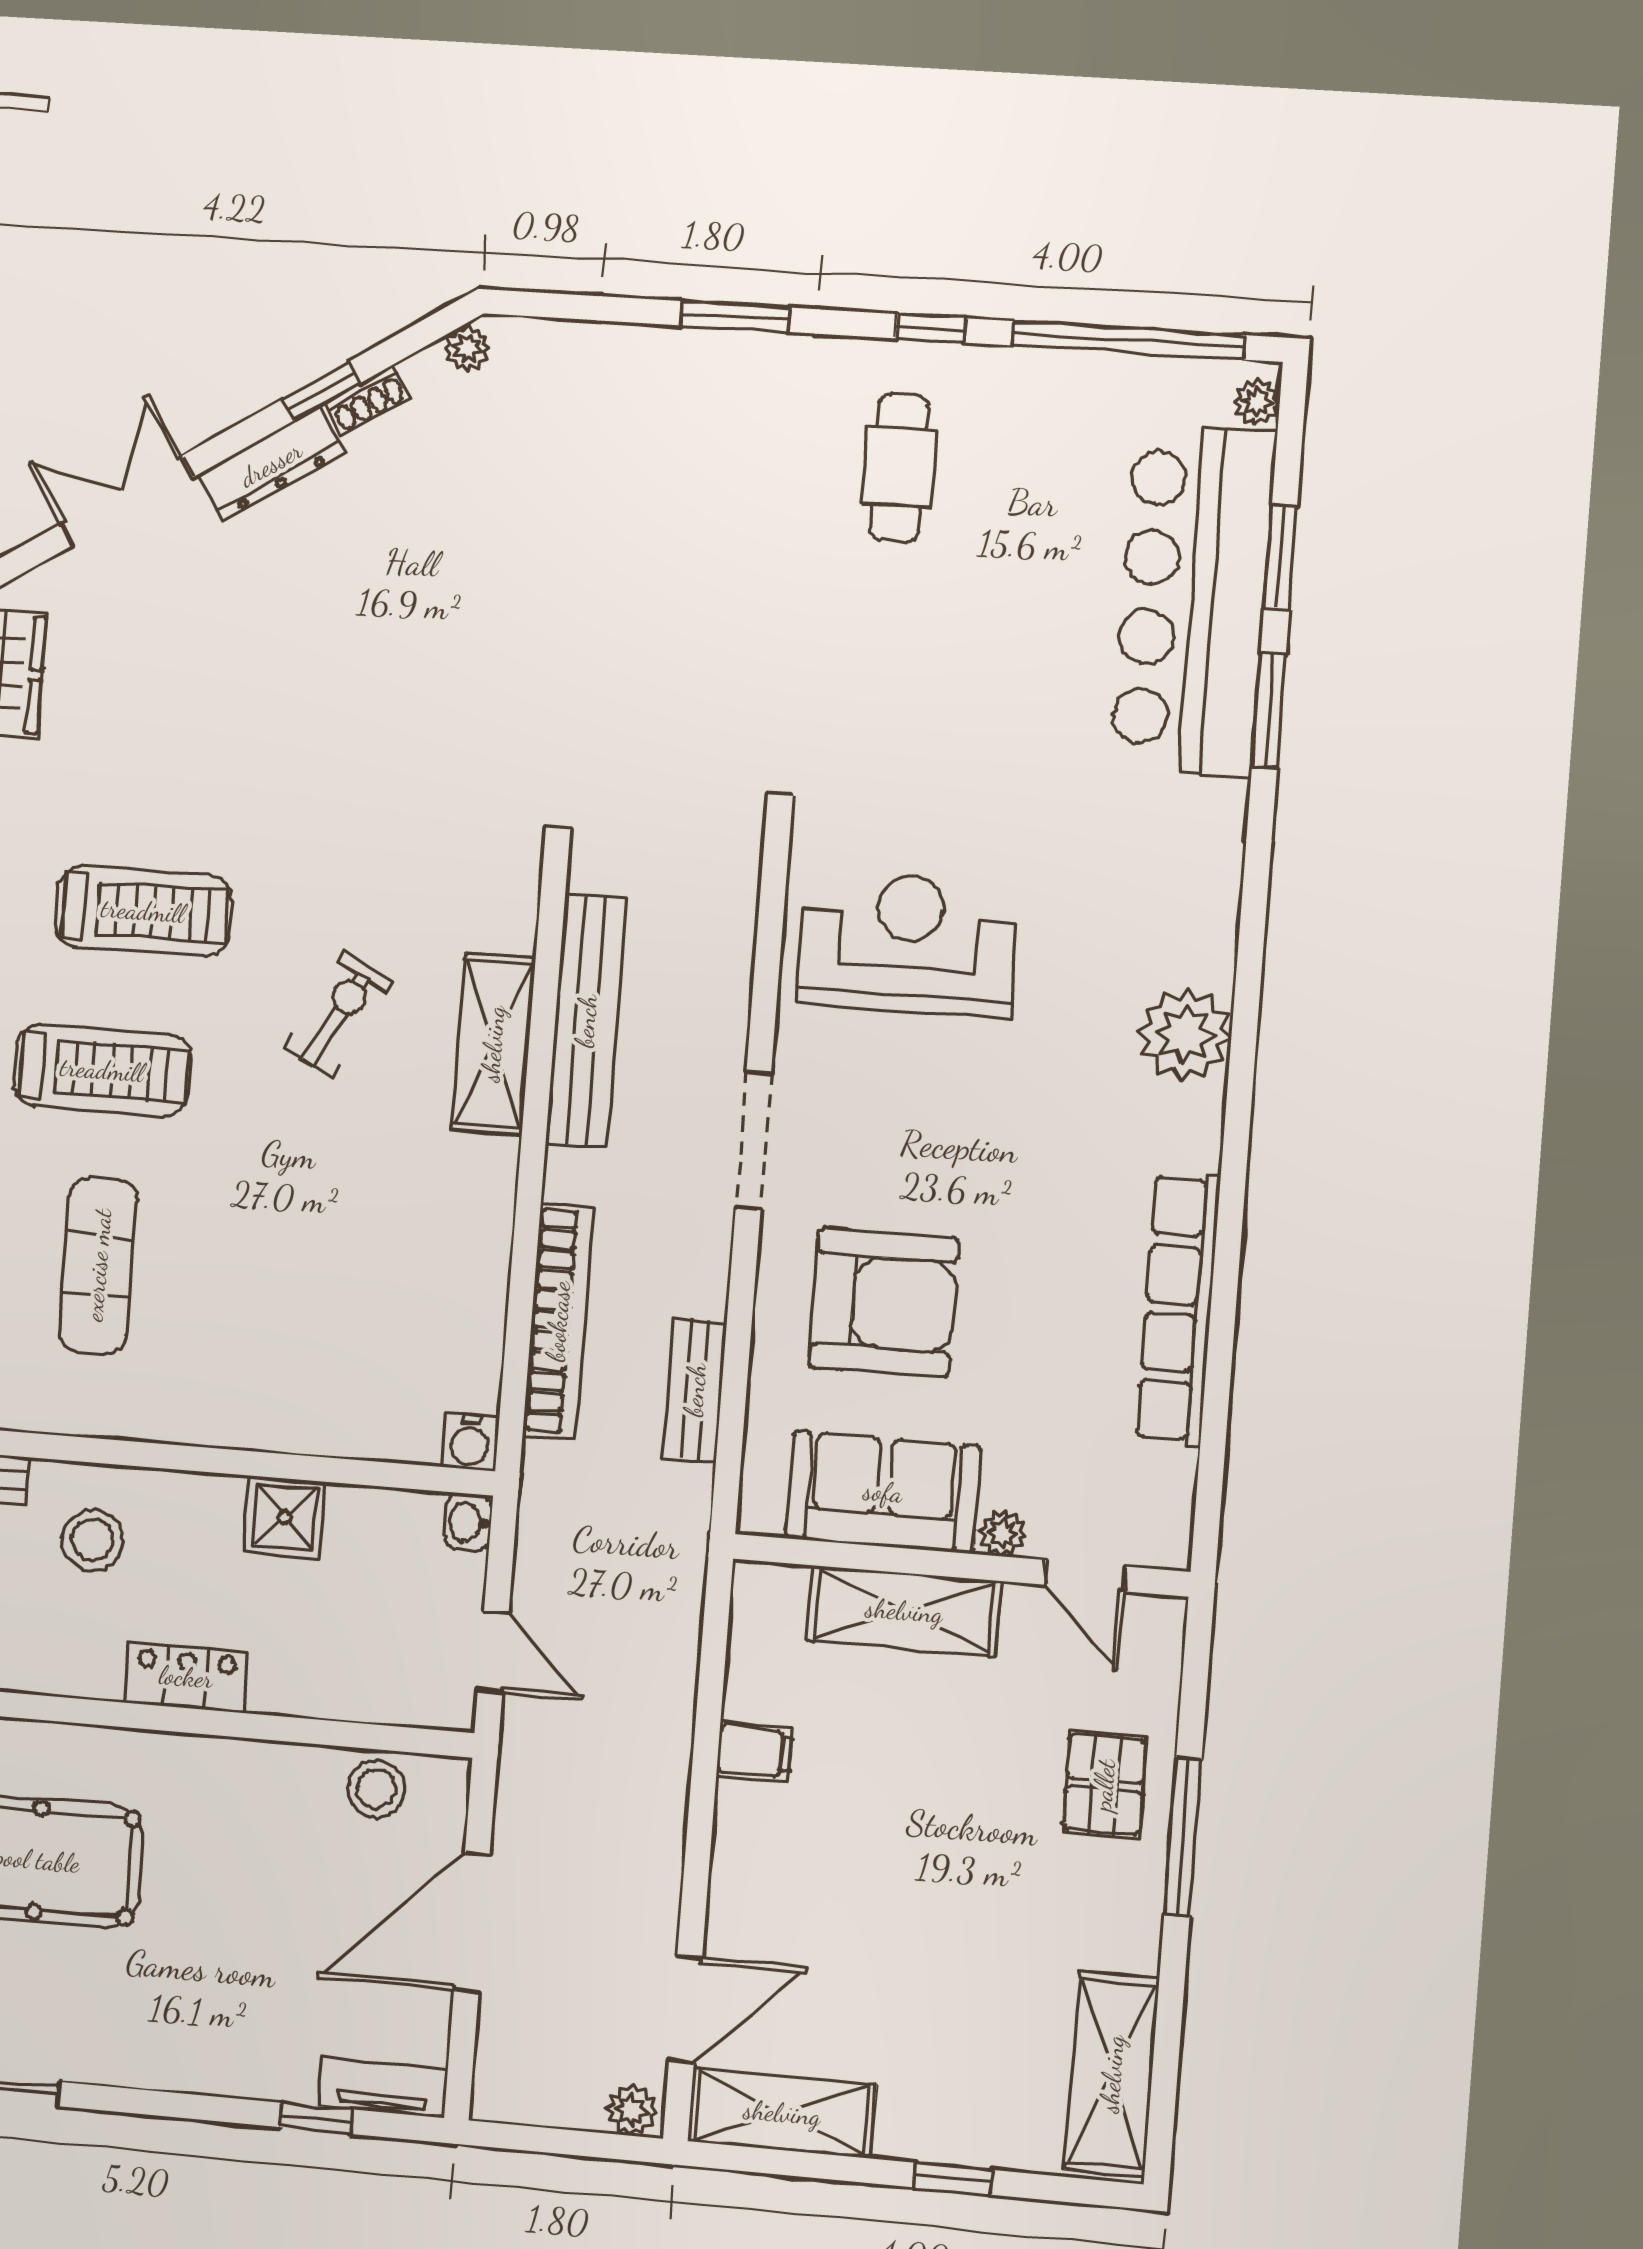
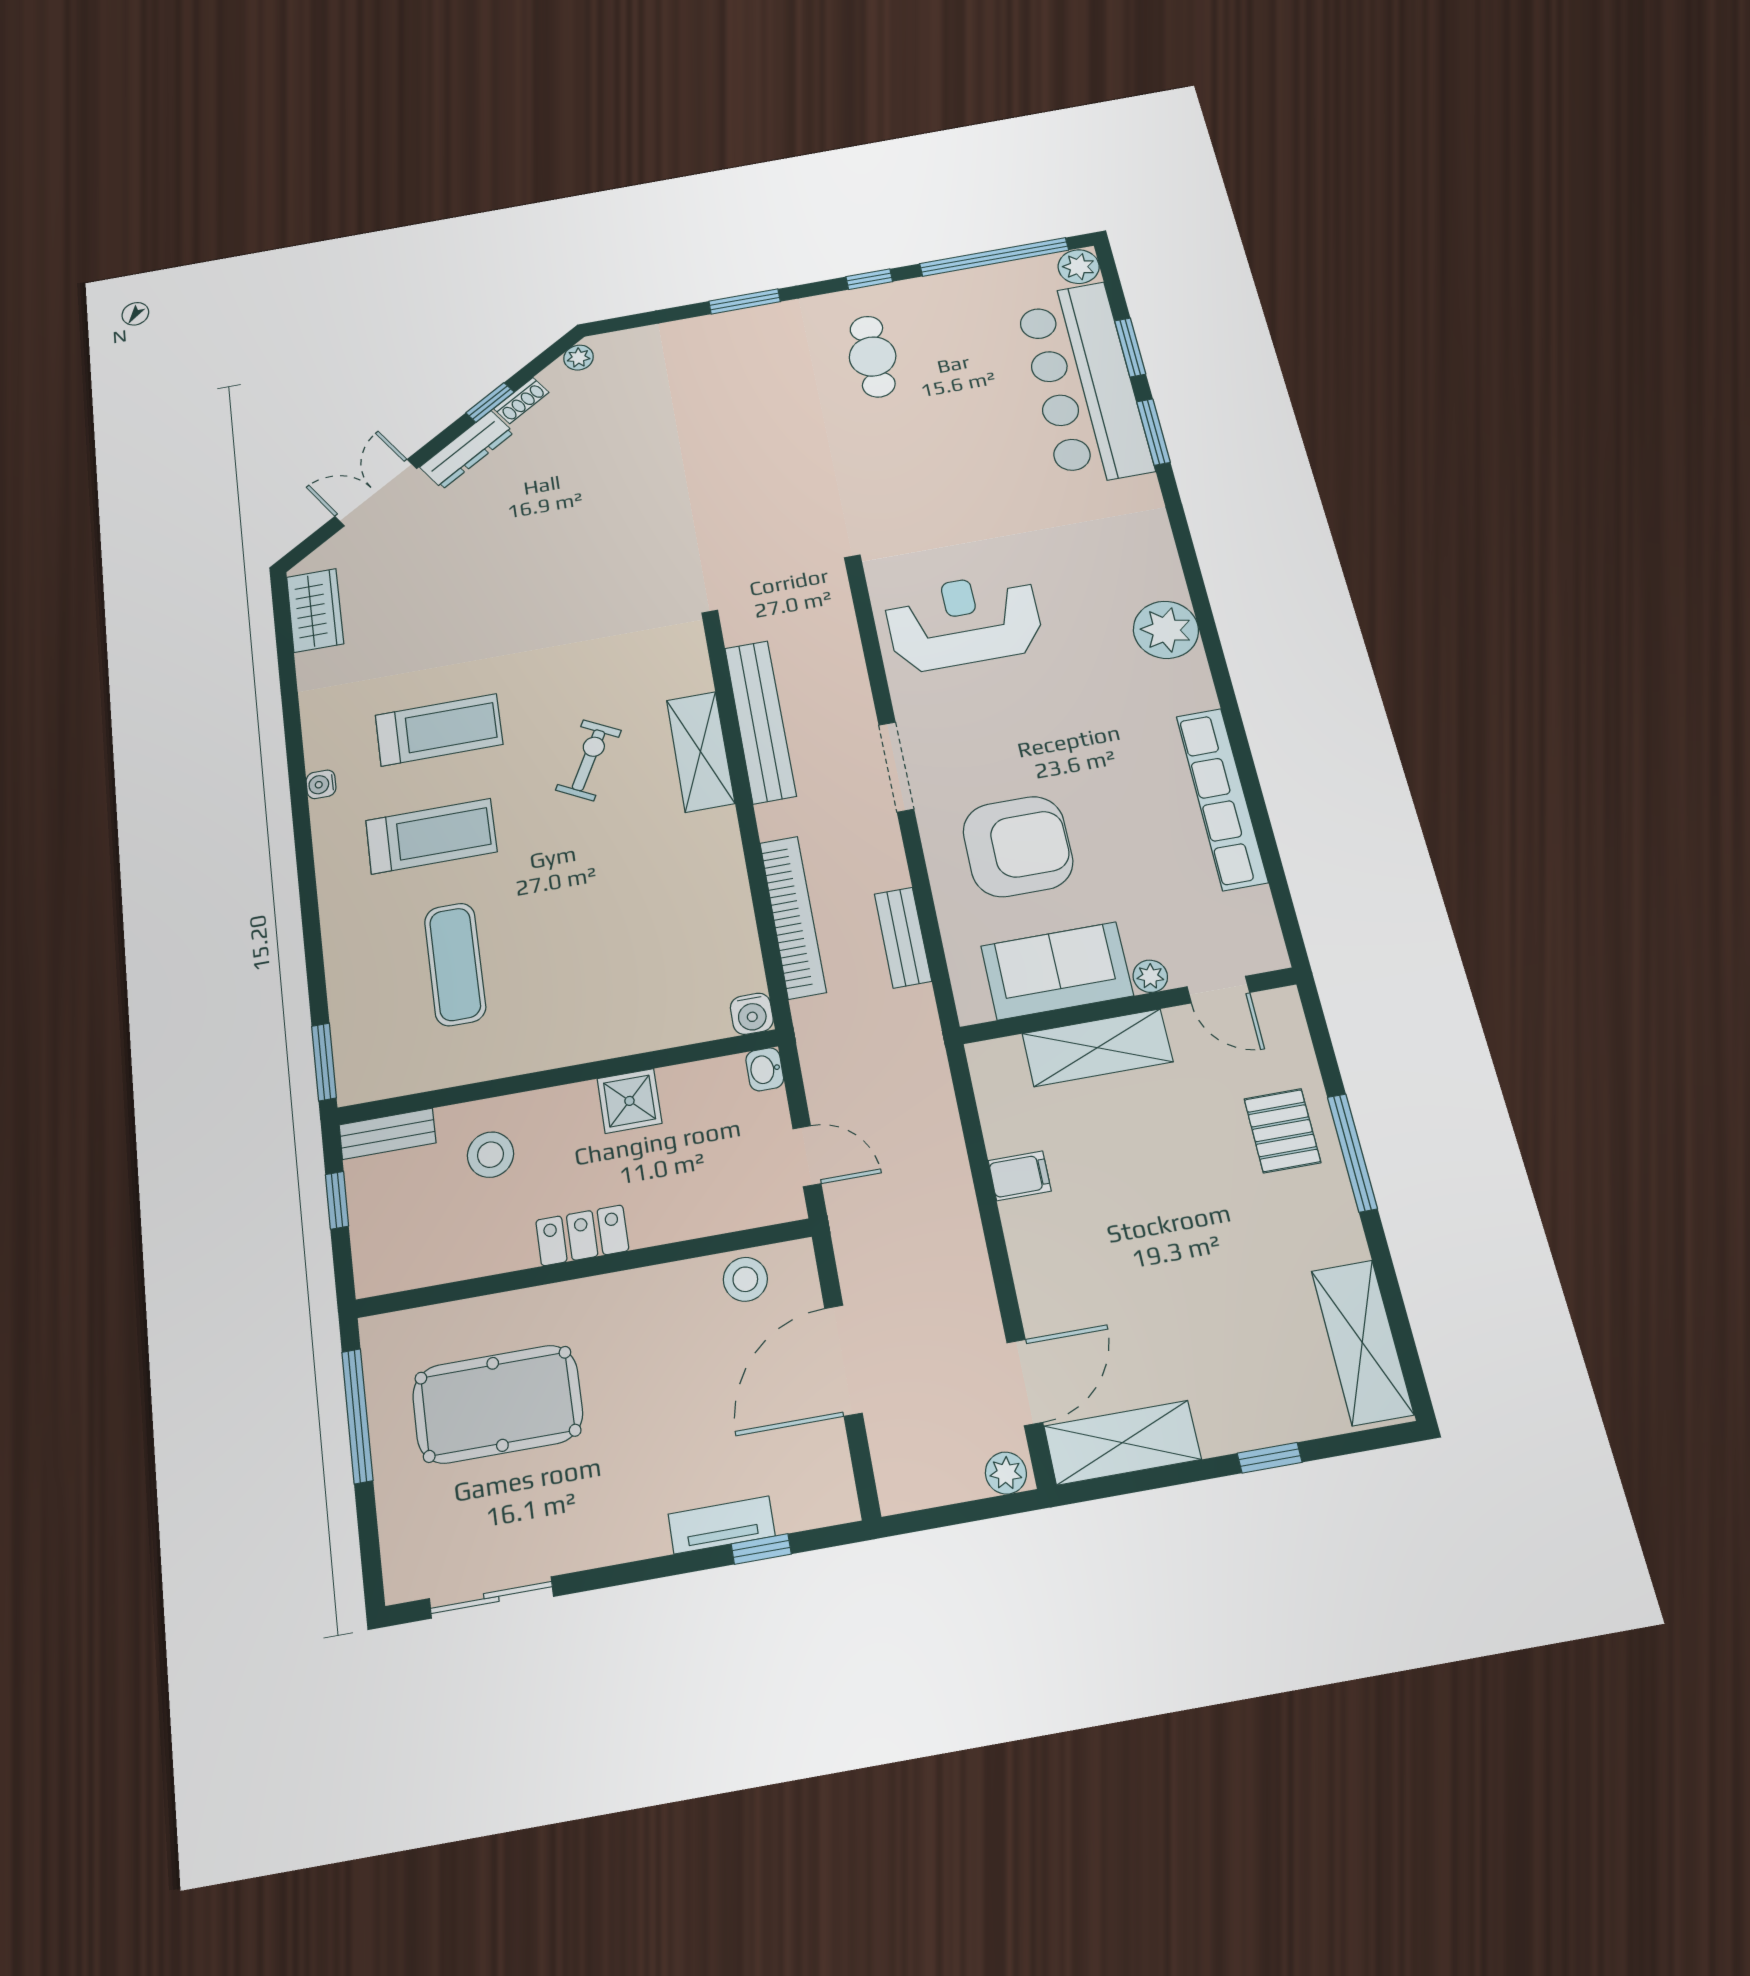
plant: (1257, 402) -> (1079, 267), width x1.38, depth x1.38
tv unit: (383, 2088) -> (722, 1525), moved

